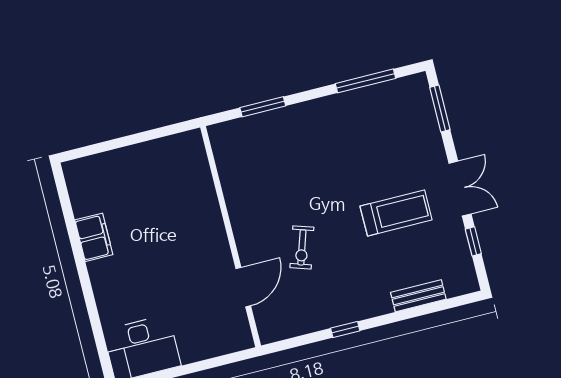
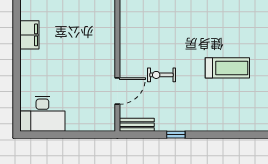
exercise bike: (302, 247) -> (161, 75), turned 72
bench: (418, 296) -> (137, 125), moved

